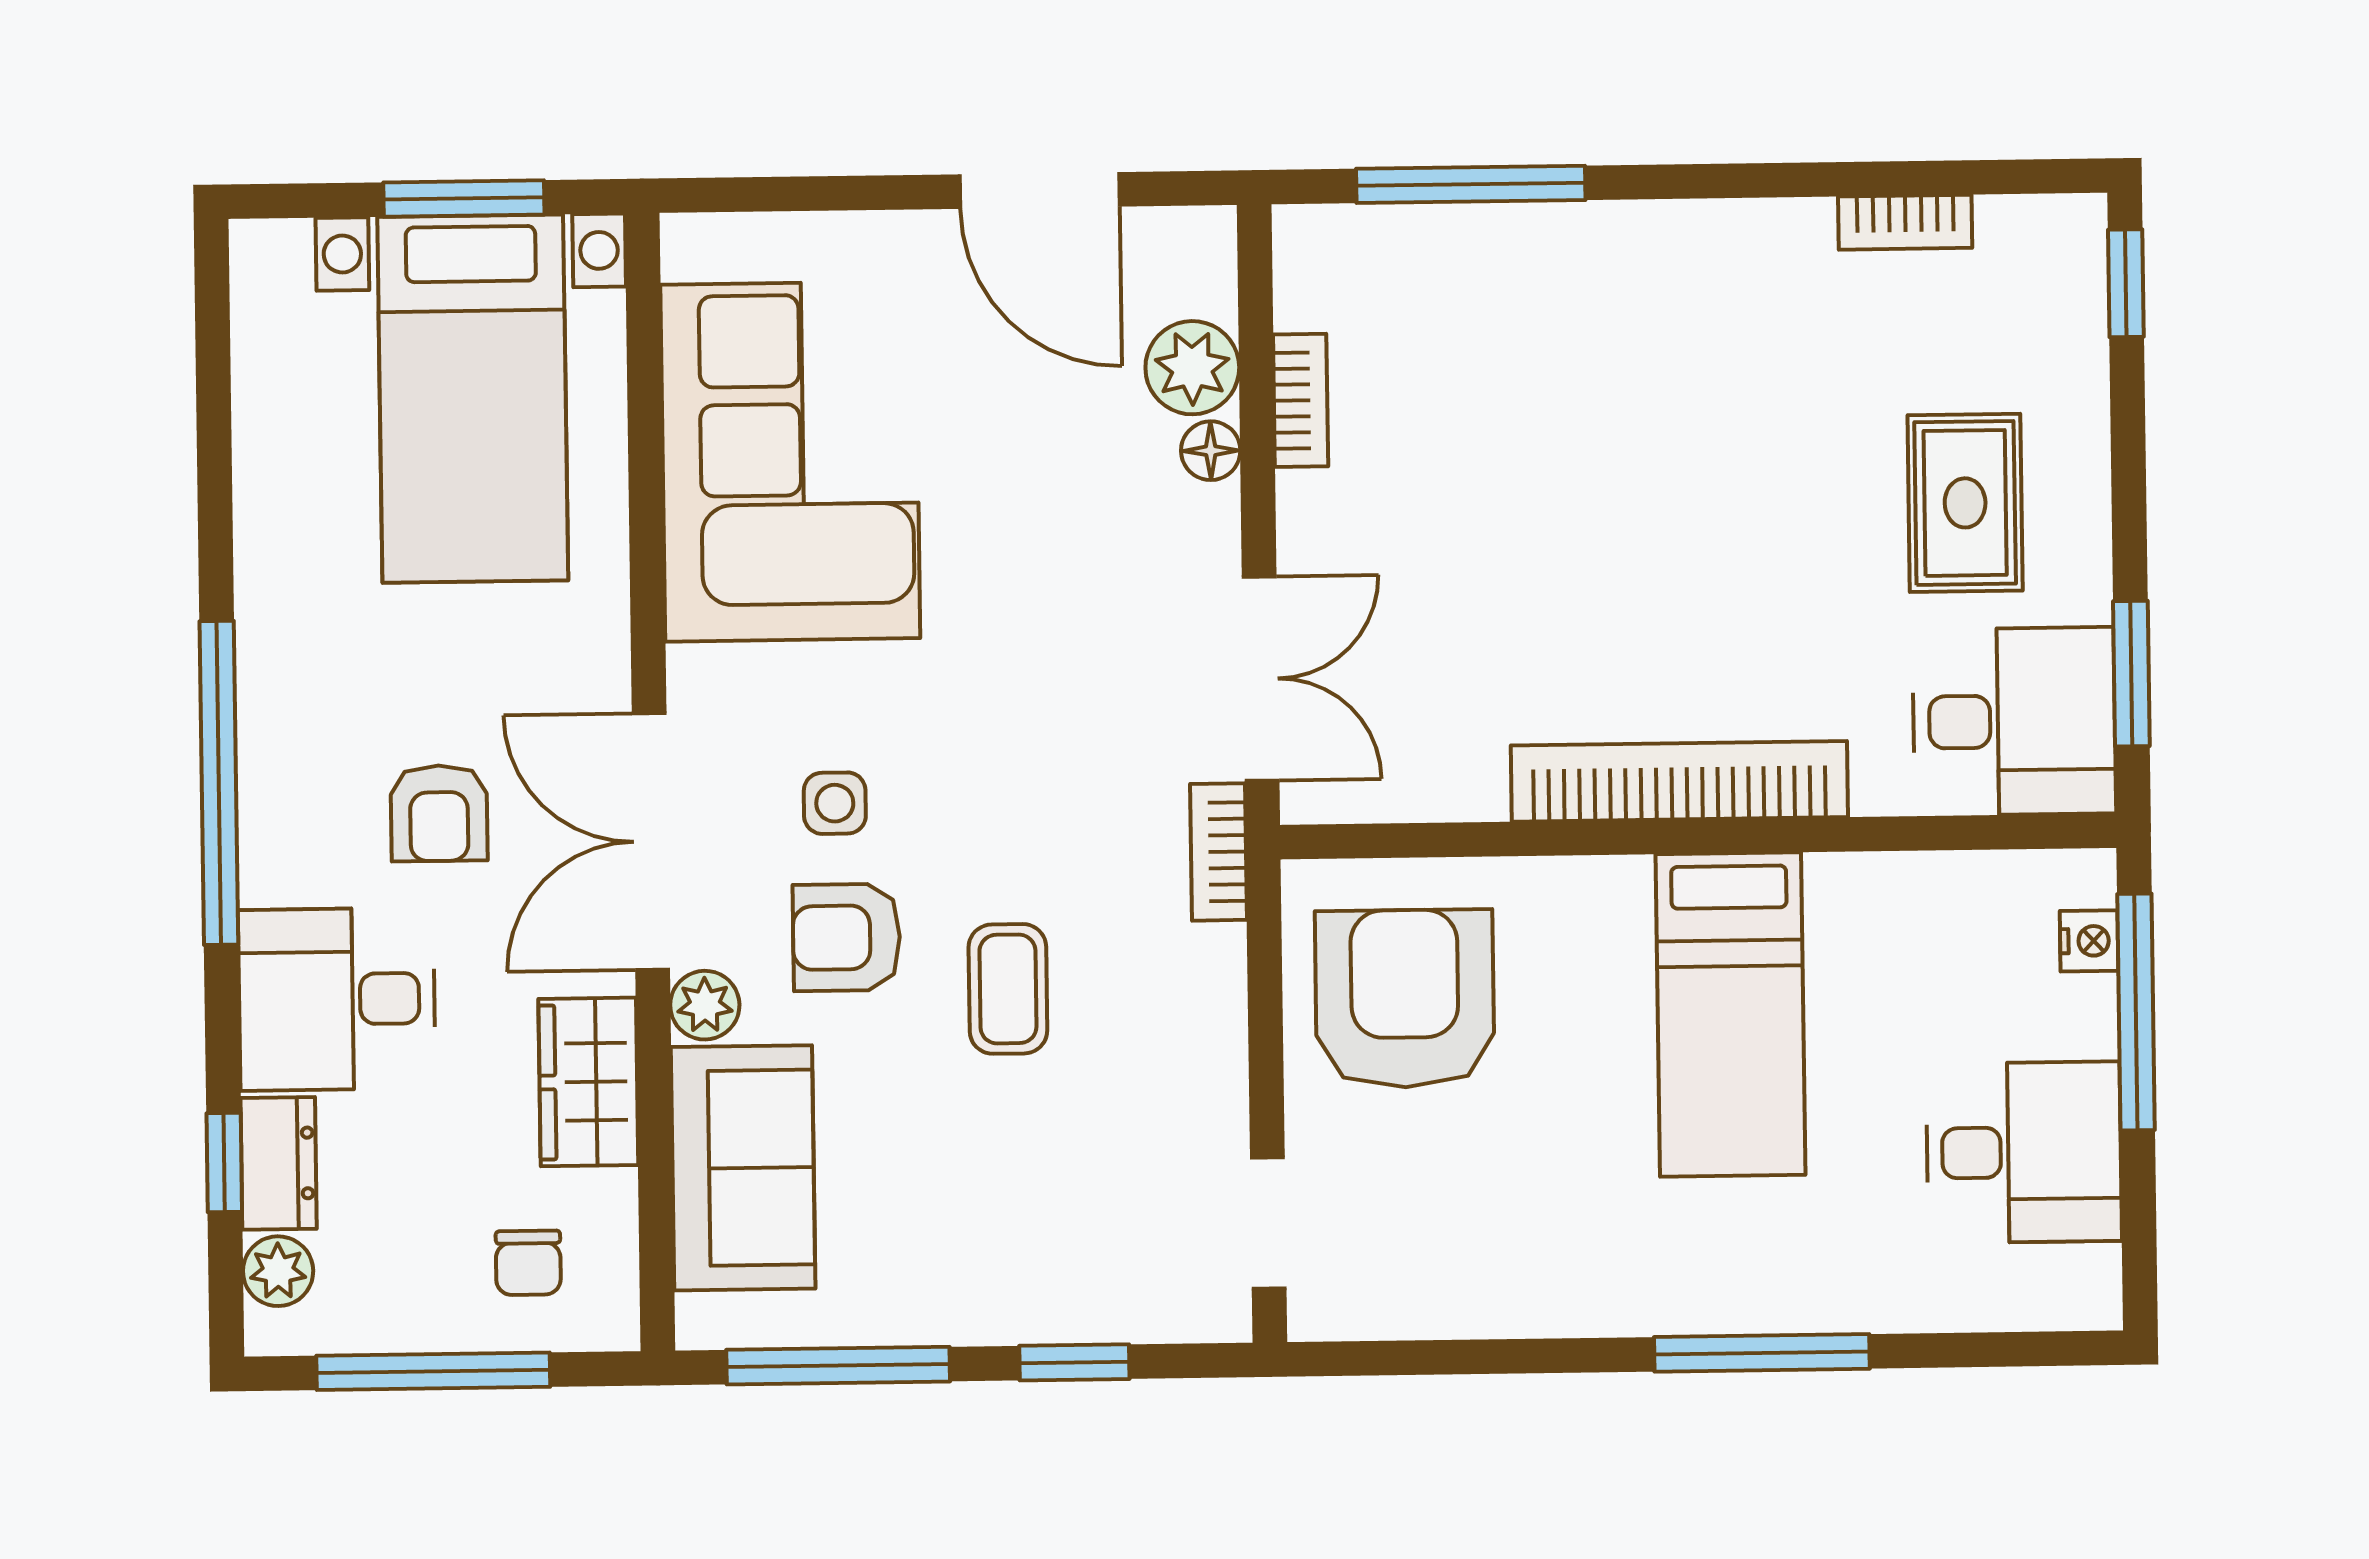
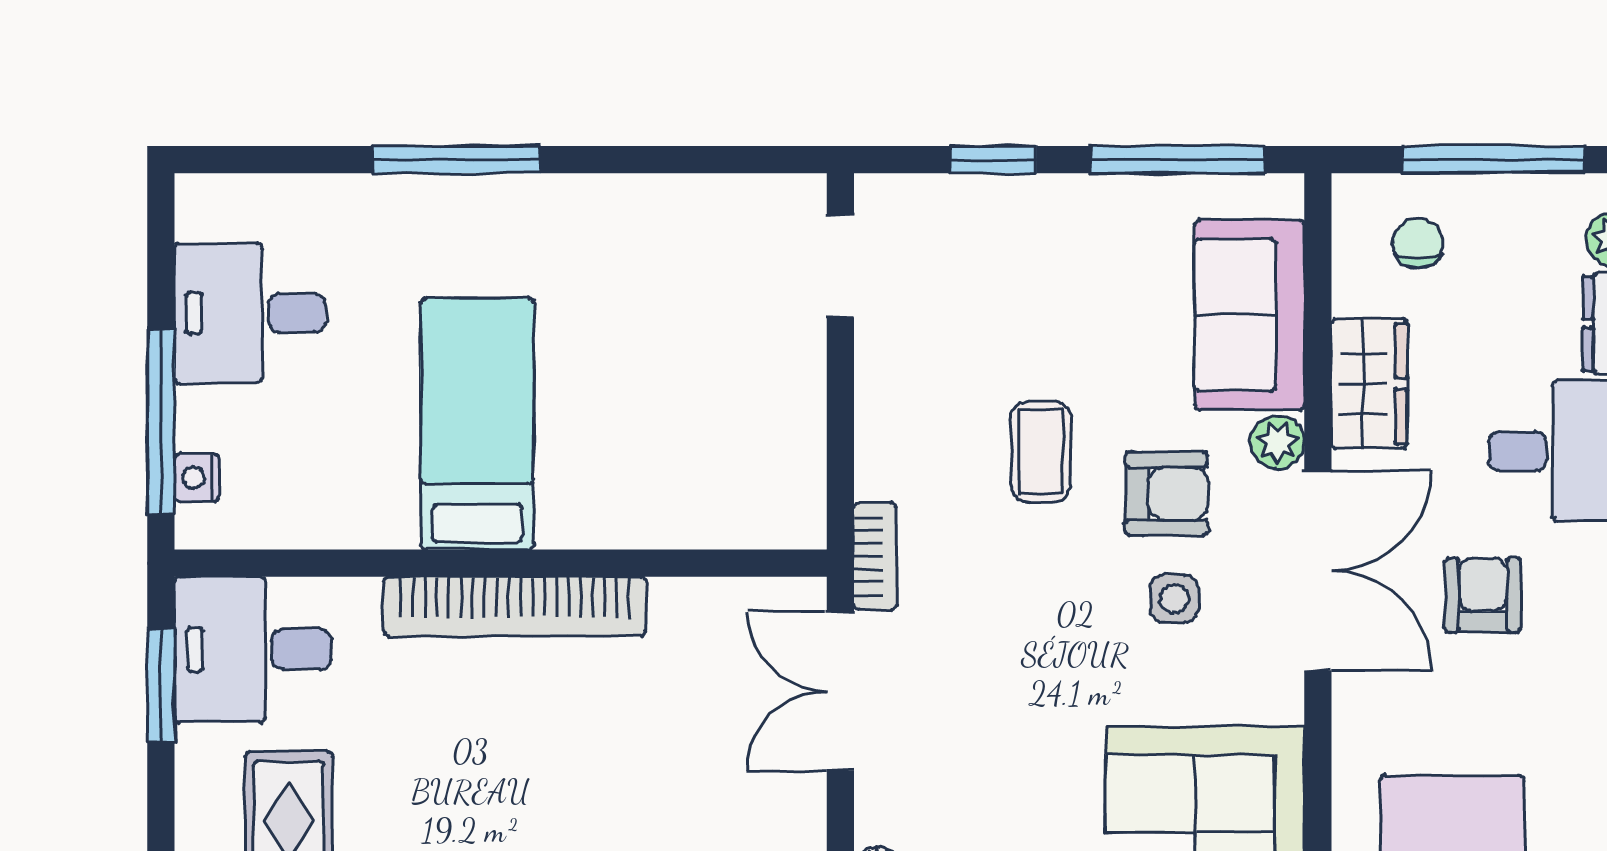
armchair: (1405, 999) -> (731, 440), removed

